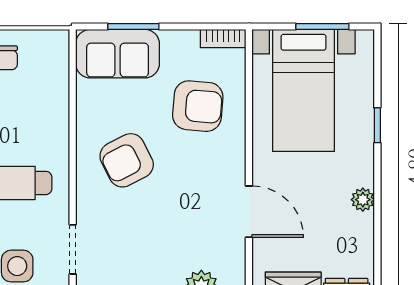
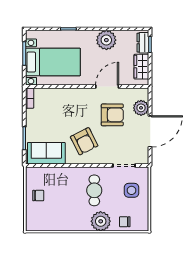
sofa: (118, 54) -> (46, 153), moved, turned -90
armchair: (198, 106) -> (112, 115), moved, turned 85
plant: (363, 200) -> (106, 40), width x1.88, depth x1.88

